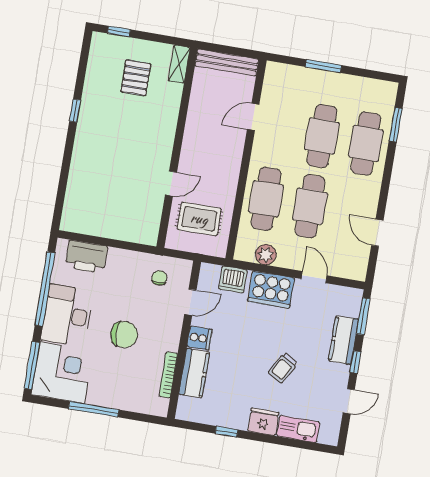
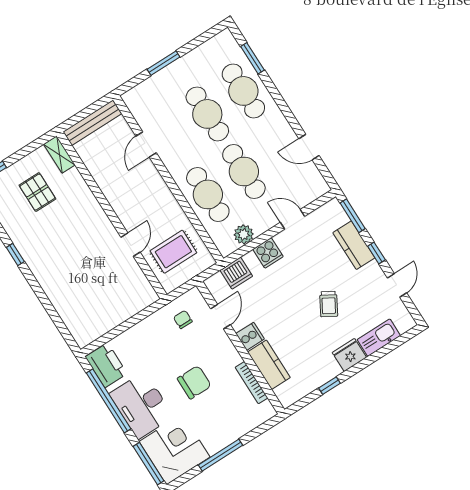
printer: (86, 257) -> (106, 365), moved, turned -90
cooker: (271, 290) -> (268, 253), width x0.53, depth x0.76

